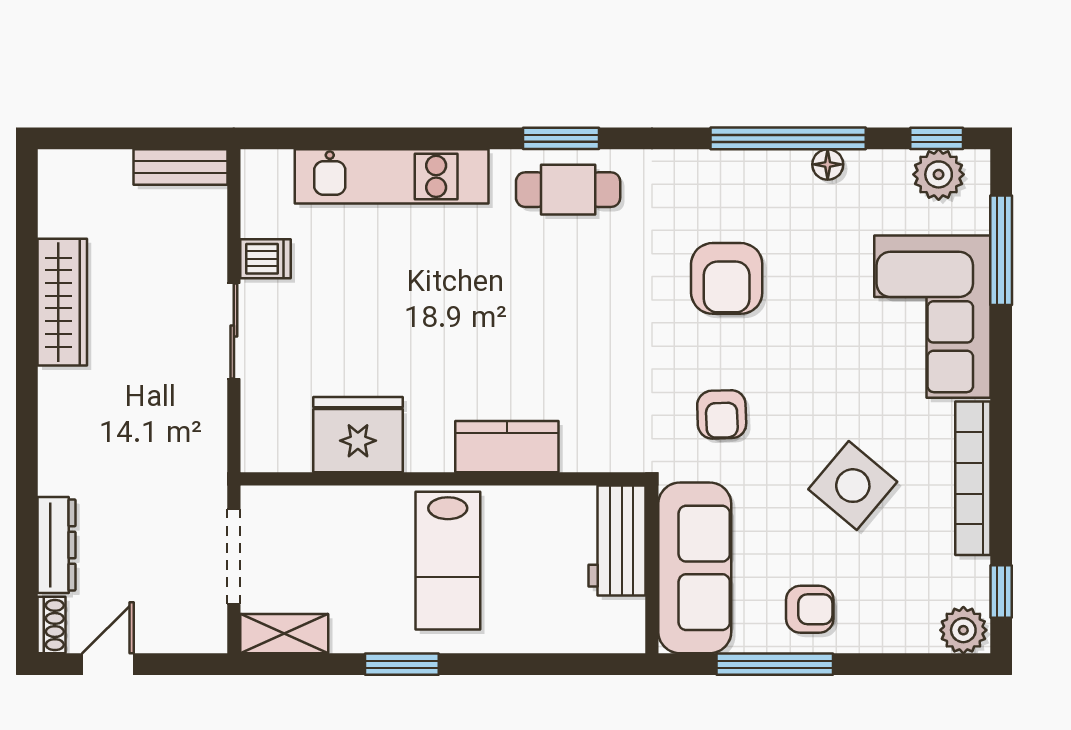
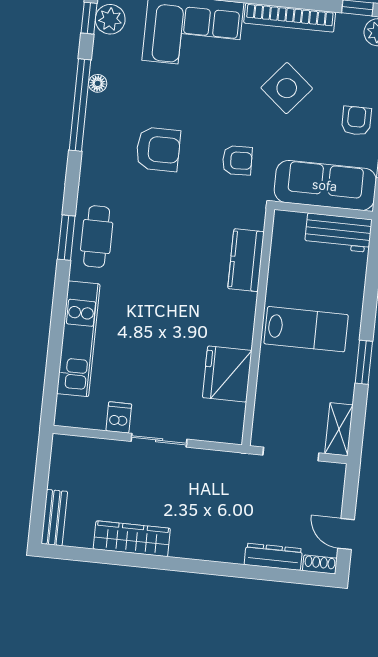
bench: (180, 167) -> (54, 518), moved
kitchen counter: (507, 447) -> (246, 260), moved
workbench: (617, 540) -> (338, 233), moved

